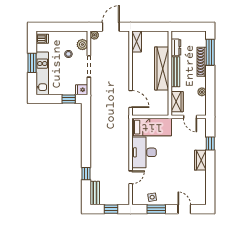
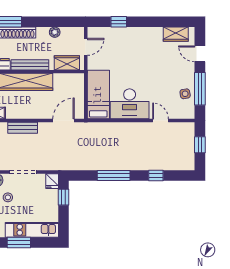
window: (86, 139) -> (114, 176), added
wardrobe: (200, 160) -> (176, 34), moved
bench: (95, 193) -> (23, 128), moved
window: (156, 209) -> (200, 89), width x1.44
door: (184, 209) -> (200, 54), hinge flipped

